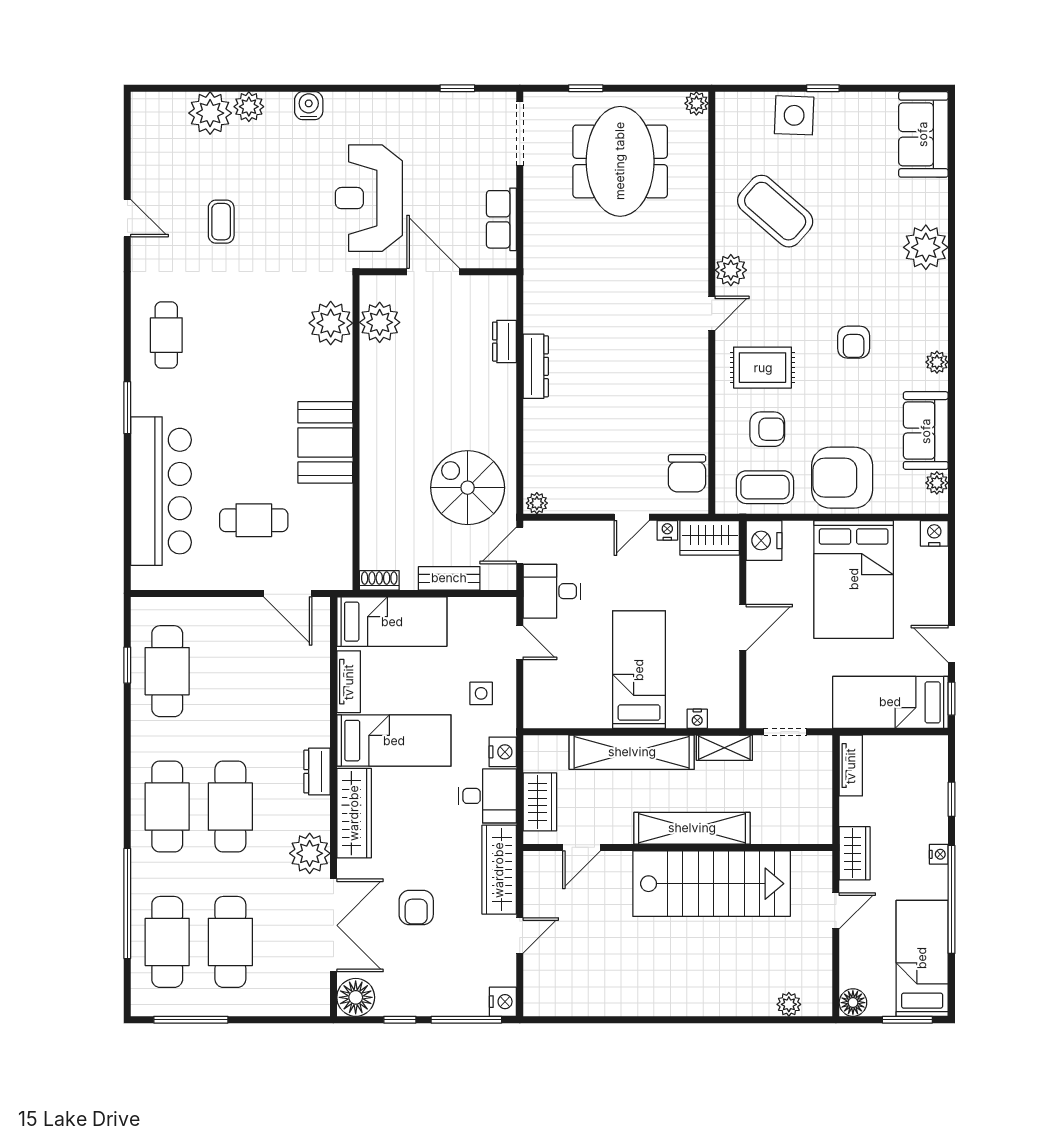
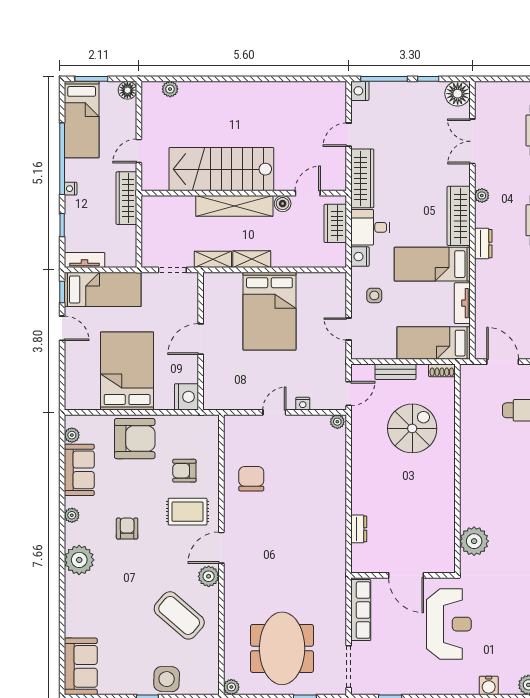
row of seats: (501, 219) -> (361, 610), width x1.48
plant: (926, 247) -> (79, 560), moved
door: (712, 313) -> (221, 548), width x1.38
plant: (380, 322) -> (442, 542), removed
dresser: (536, 366) -> (338, 512), removed
booth: (325, 442) -> (478, 462), removed
chair: (687, 473) -> (251, 479), moved
coffee table: (765, 487) -> (186, 432), removed
spiral stairs: (468, 488) -> (412, 428), moved, turned -90
nightstand: (667, 530) -> (303, 404), moved
nightstand: (934, 533) -> (74, 402), removed
wardrobe: (710, 538) -> (223, 399), removed
desk: (552, 591) -> (327, 363), removed
bed: (639, 670) -> (269, 311), width x1.50
nightstand: (697, 719) -> (231, 279), removed
shelving: (632, 752) -> (252, 259), width x0.45, depth x0.75
tv unit: (851, 766) -> (85, 260), moved, turned 90
boiler: (619, 832) -> (283, 204), added
plant: (310, 853) -> (482, 196), width x0.53, depth x0.53
wardrobe: (855, 853) -> (126, 198), width x1.50
armchair: (416, 907) -> (417, 153), removed
double door: (333, 925) -> (472, 141), width x0.73

